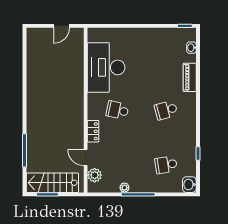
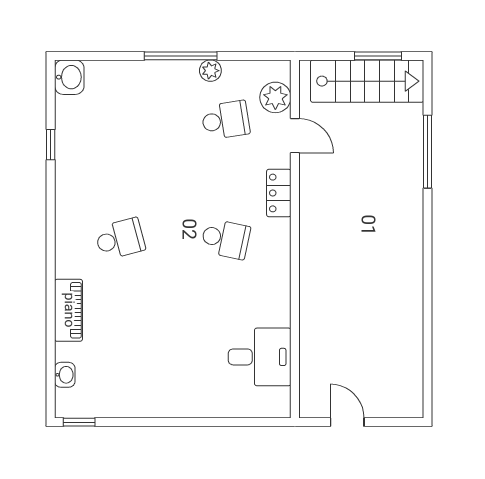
door: (62, 26) -> (347, 422), hinge flipped
desk: (106, 67) -> (260, 357), width x0.53, depth x0.77
school desk: (166, 165) -> (226, 120), moved

